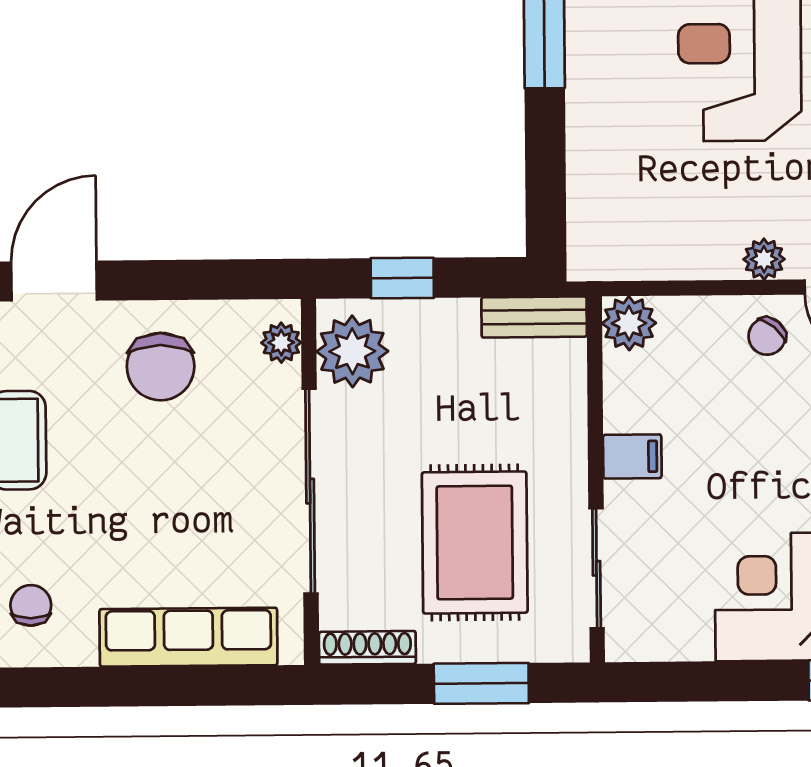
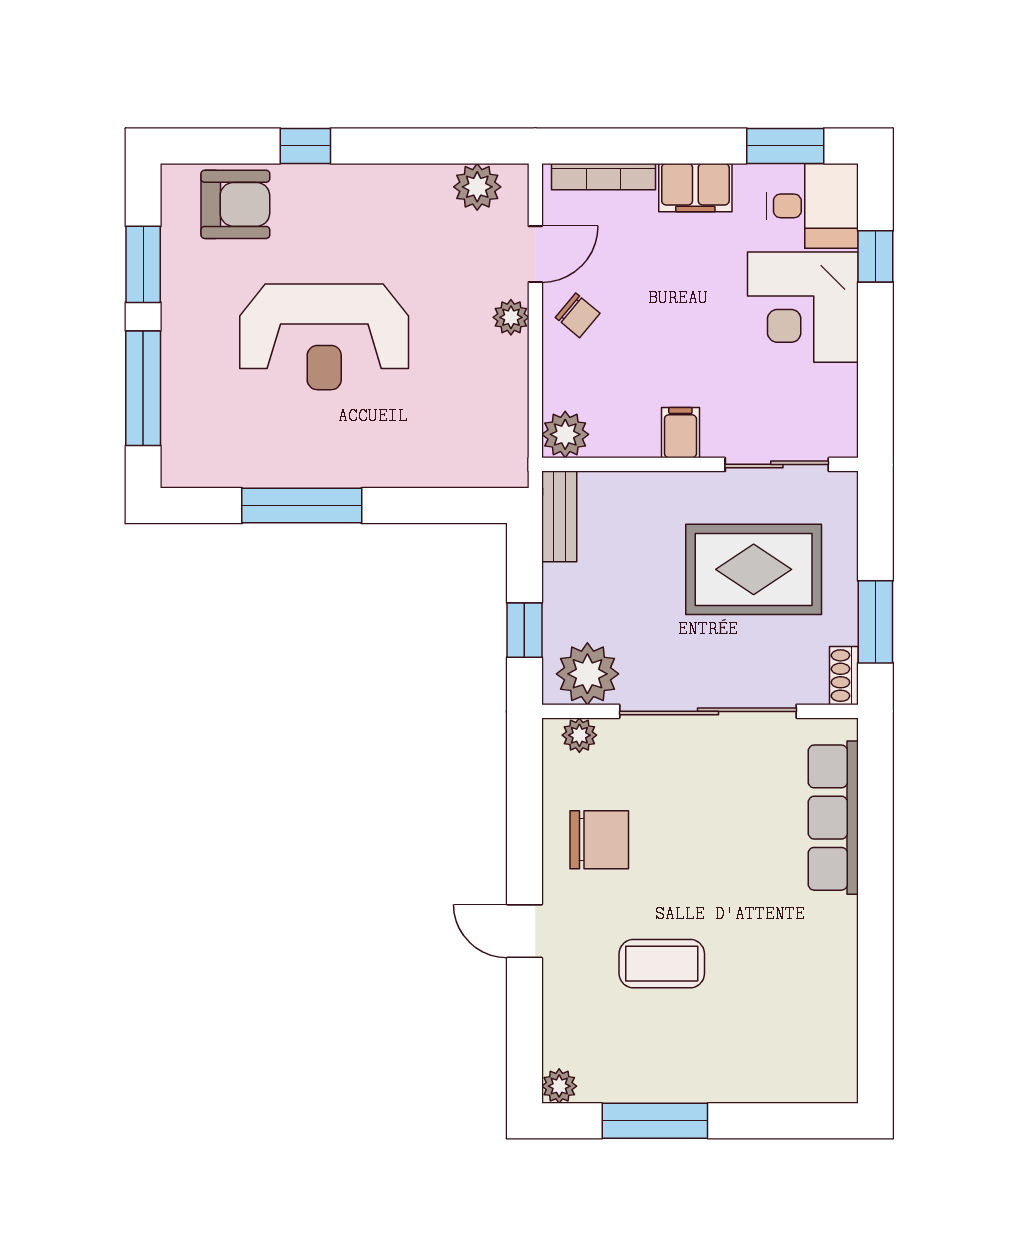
door: (54, 281) -> (524, 931), width x0.73
chair: (31, 605) -> (805, 954), removed
shoe rack: (367, 648) -> (844, 676), width x0.70
window: (481, 683) -> (875, 622), moved

